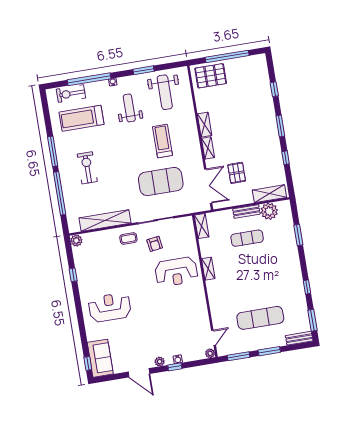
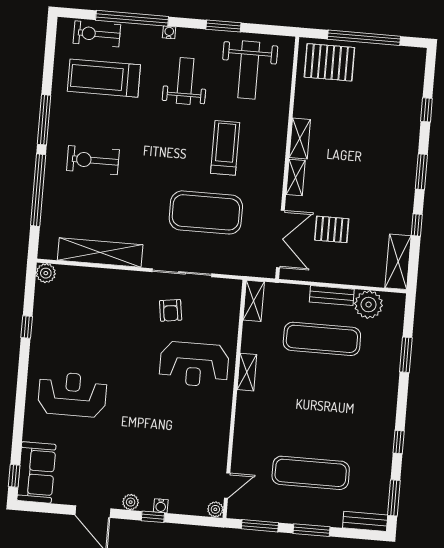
exercise bike: (87, 168) -> (93, 160), turned -90
pallet: (237, 173) -> (332, 229), turned 90
shelving: (269, 194) -> (398, 262), moved, turned 90
coffee table: (128, 238) -> (131, 291), removed
exercise mat: (247, 238) -> (322, 339), width x1.36, depth x1.45

